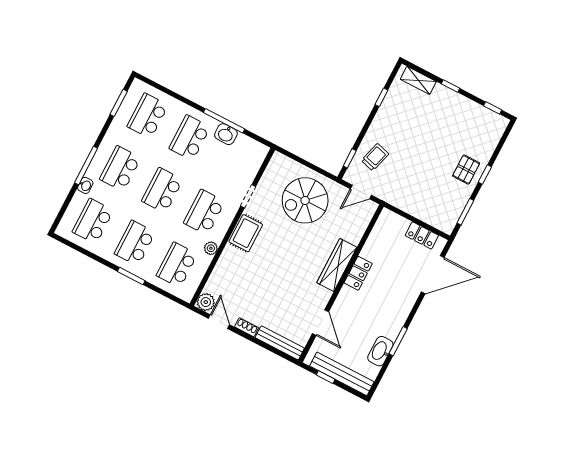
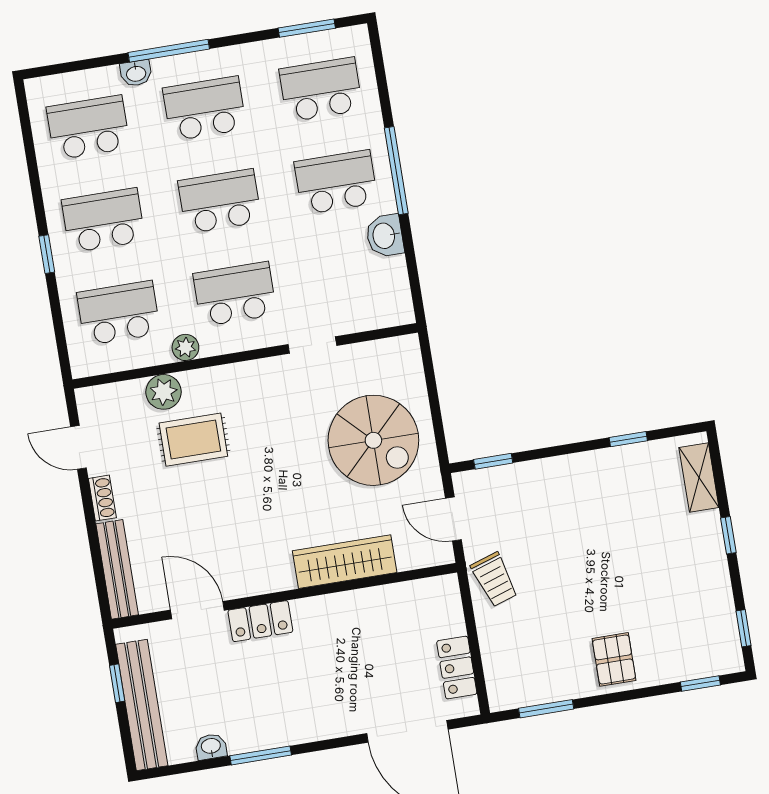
window: (224, 121) -> (396, 171), moved
trolley: (375, 157) -> (494, 580), moved, turned 56
pallet: (466, 170) -> (614, 659), turned 90
window: (485, 174) -> (700, 683), moved
spiral stairs: (305, 200) -> (373, 440), turned 180
rug: (246, 233) -> (193, 440), moved
wardrobe: (337, 265) -> (345, 562), moved
locker: (358, 273) -> (260, 621), moved
window: (131, 276) -> (47, 254), width x0.67
plant: (206, 302) -> (164, 392), moved
door: (219, 322) -> (78, 447), swing flipped
door: (320, 323) -> (197, 610), swing flipped
washbasin: (380, 351) -> (211, 747), width x0.52, depth x0.69

